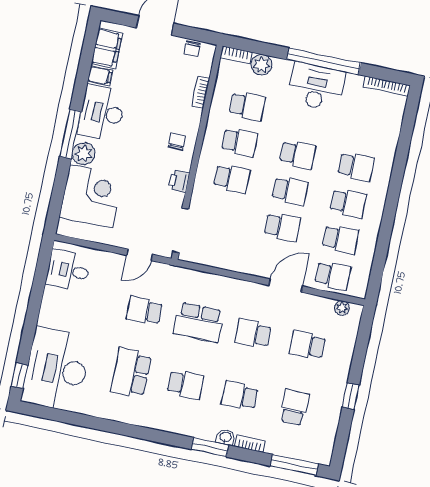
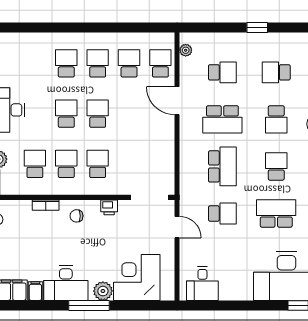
bookcase: (201, 92) -> (46, 205), moved
school desk: (282, 227) -> (129, 114), removed
school desk: (144, 311) -> (222, 214), turned -90
school desk: (253, 334) -> (222, 119), width x1.85
school desk: (307, 345) -> (222, 72), turned -90
school desk: (131, 373) -> (276, 214), turned 180

